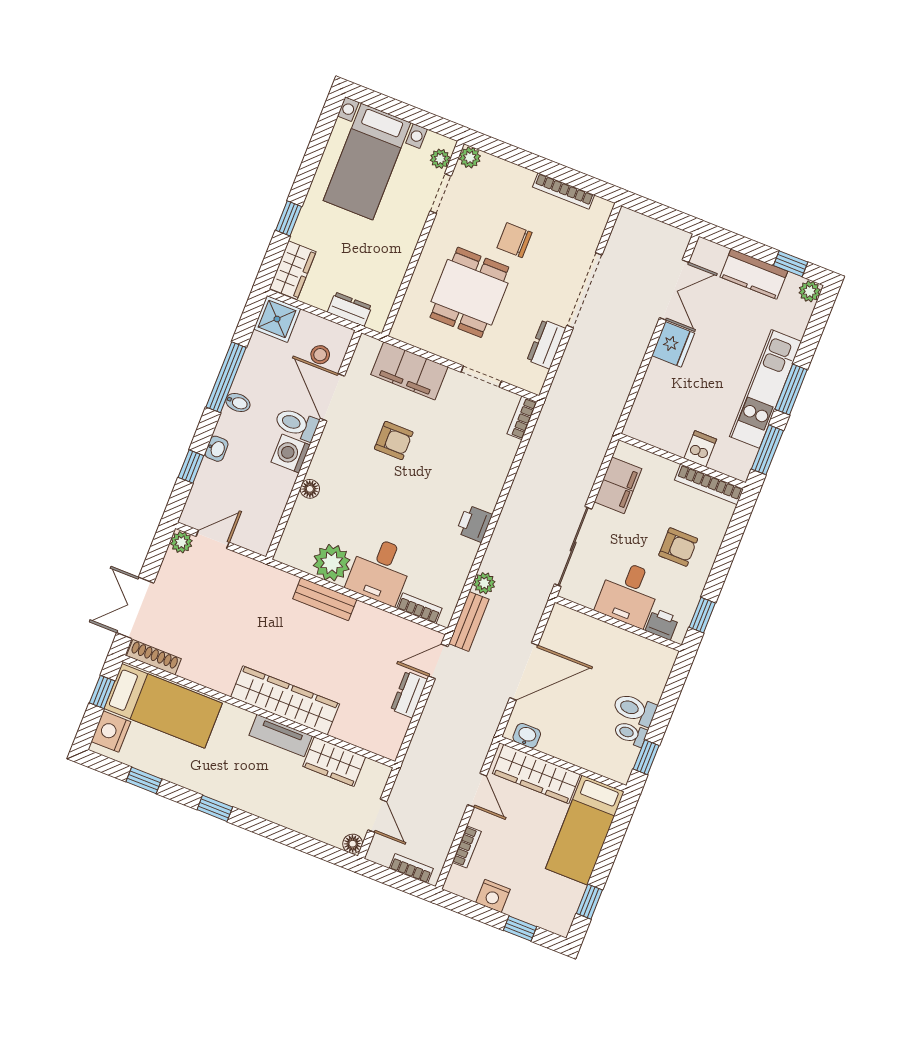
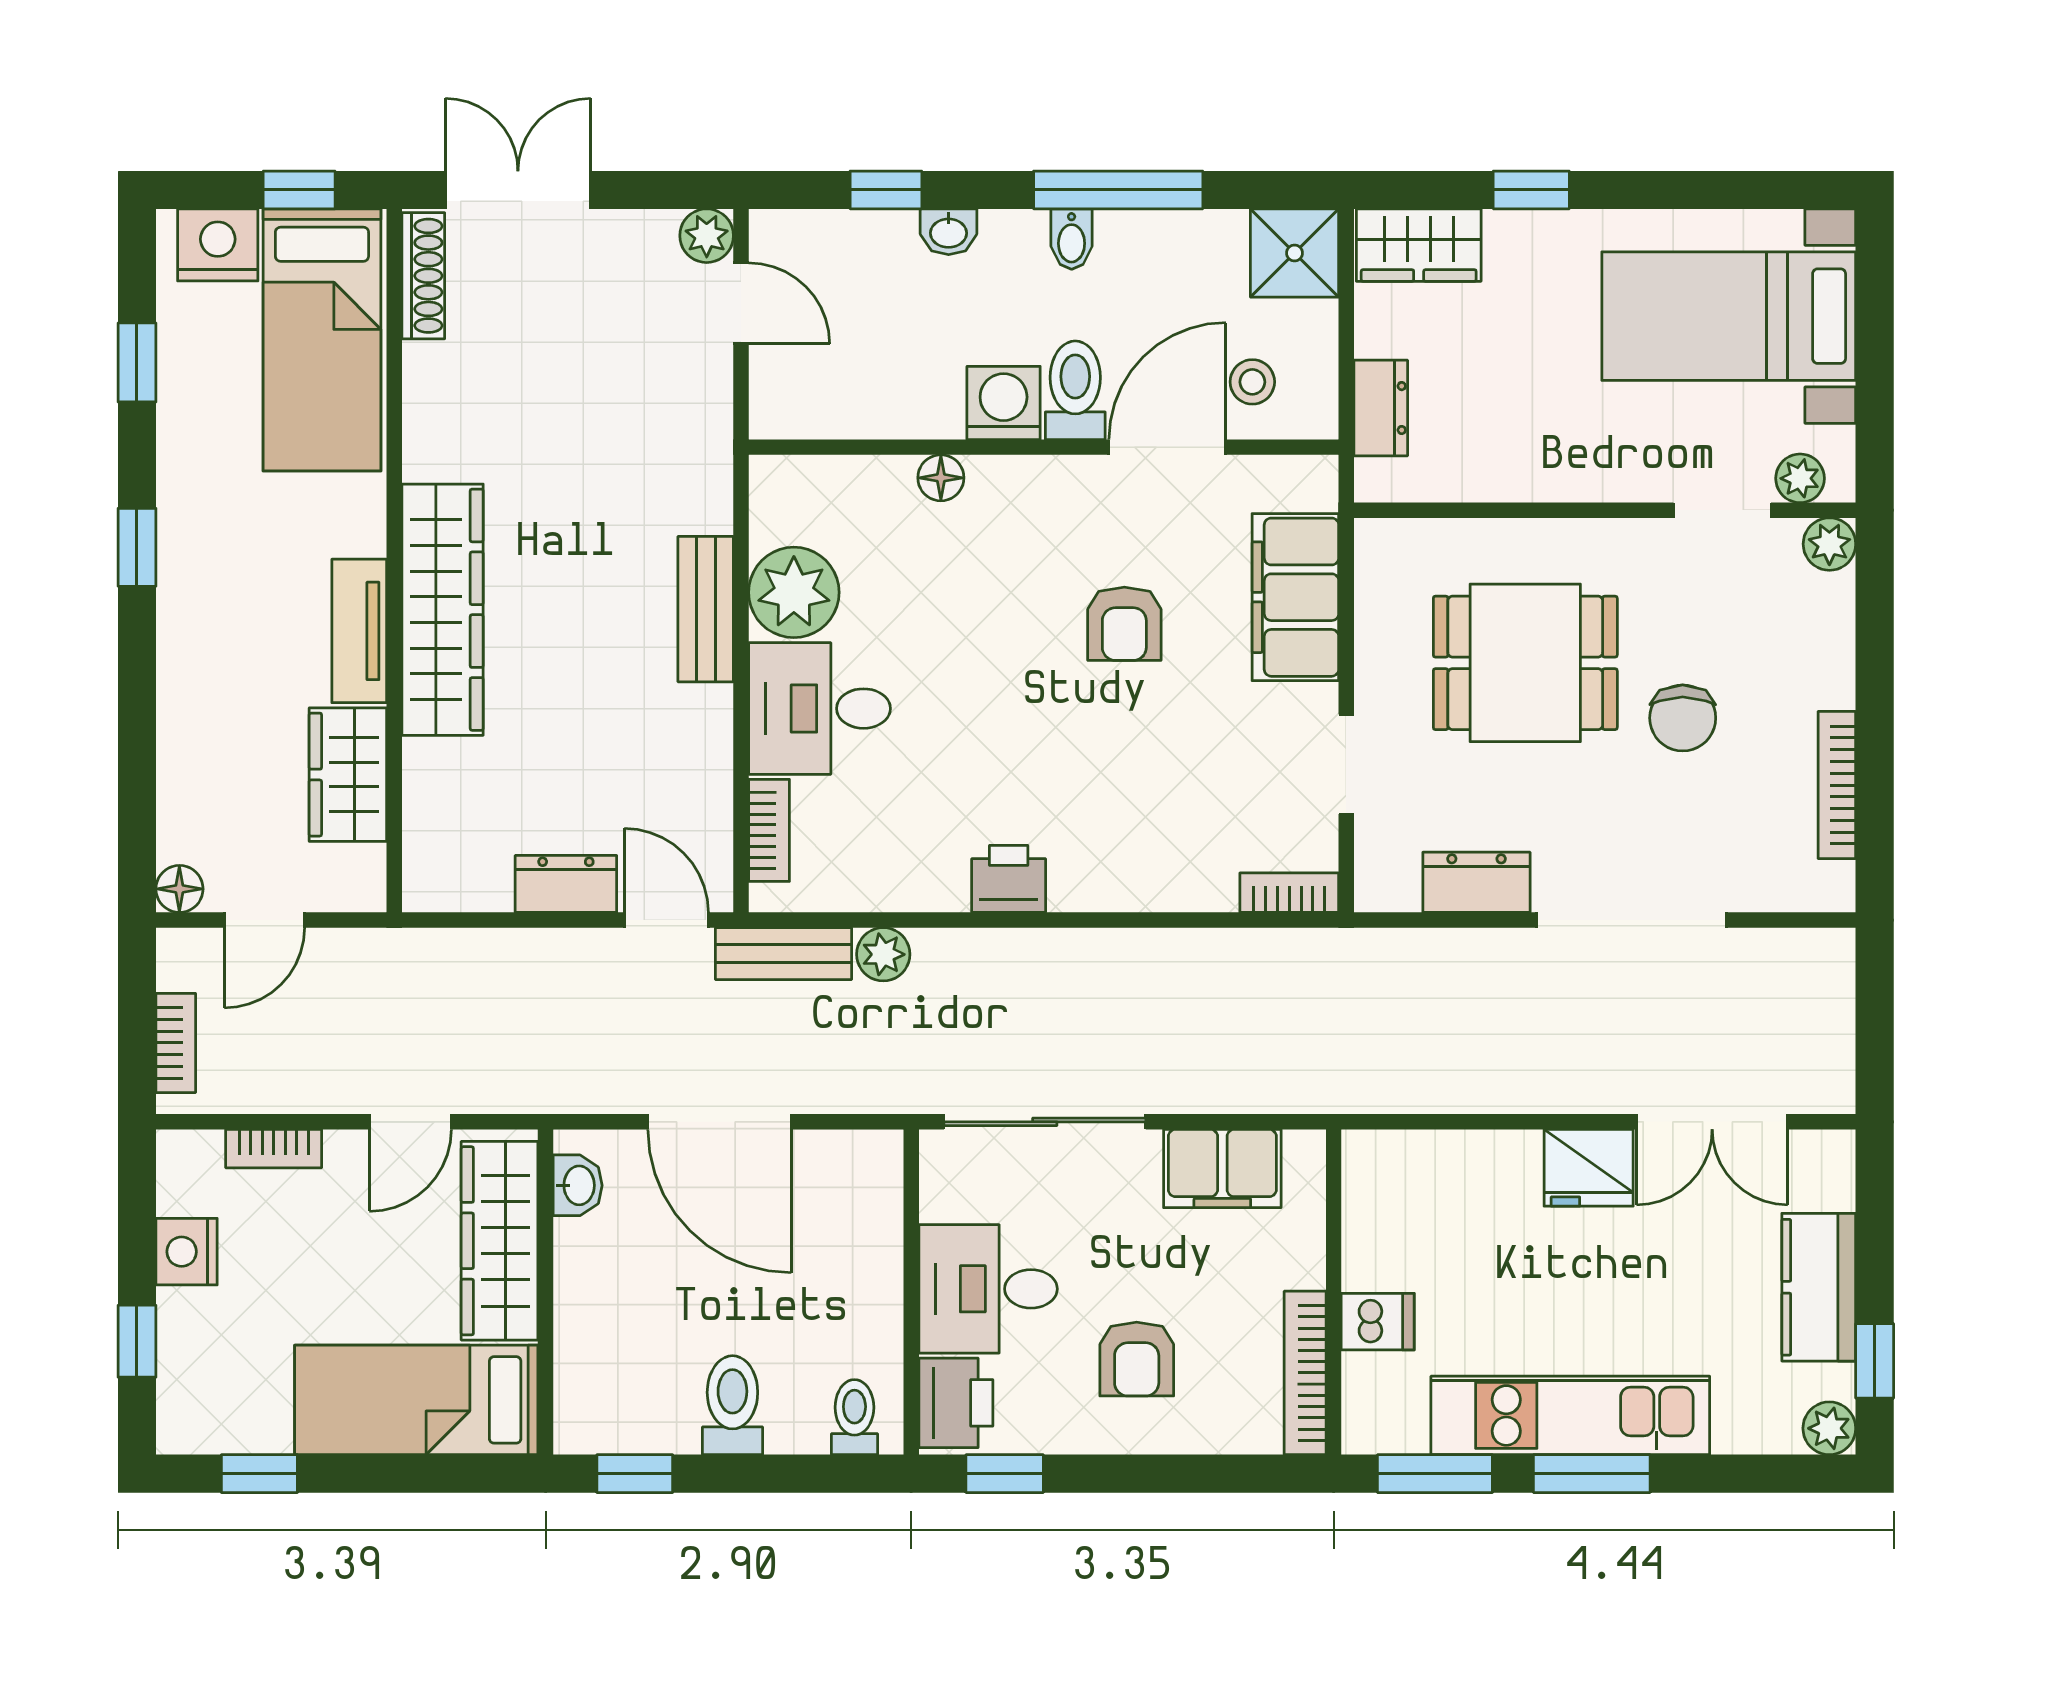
chair: (514, 240) -> (1683, 718), turned 180
printer: (662, 624) -> (956, 1403), width x1.36, depth x1.24
toilet: (630, 734) -> (854, 1417), moved

